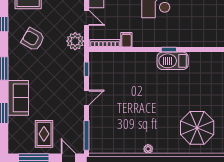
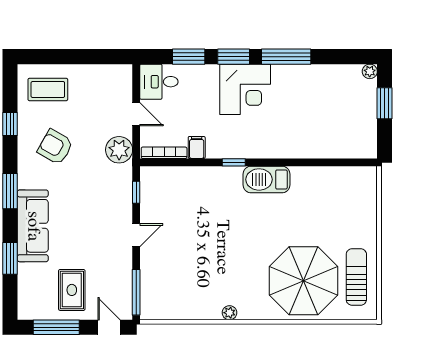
window: (169, 49) -> (234, 162), moved
sofa: (18, 98) -> (33, 226), width x1.36
parasol: (197, 128) -> (303, 281), width x1.36, depth x1.36

